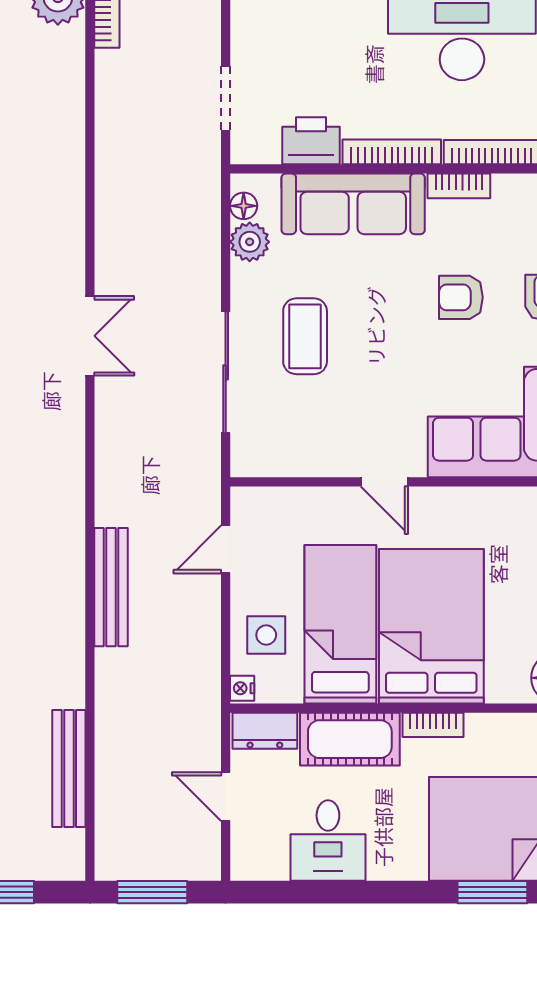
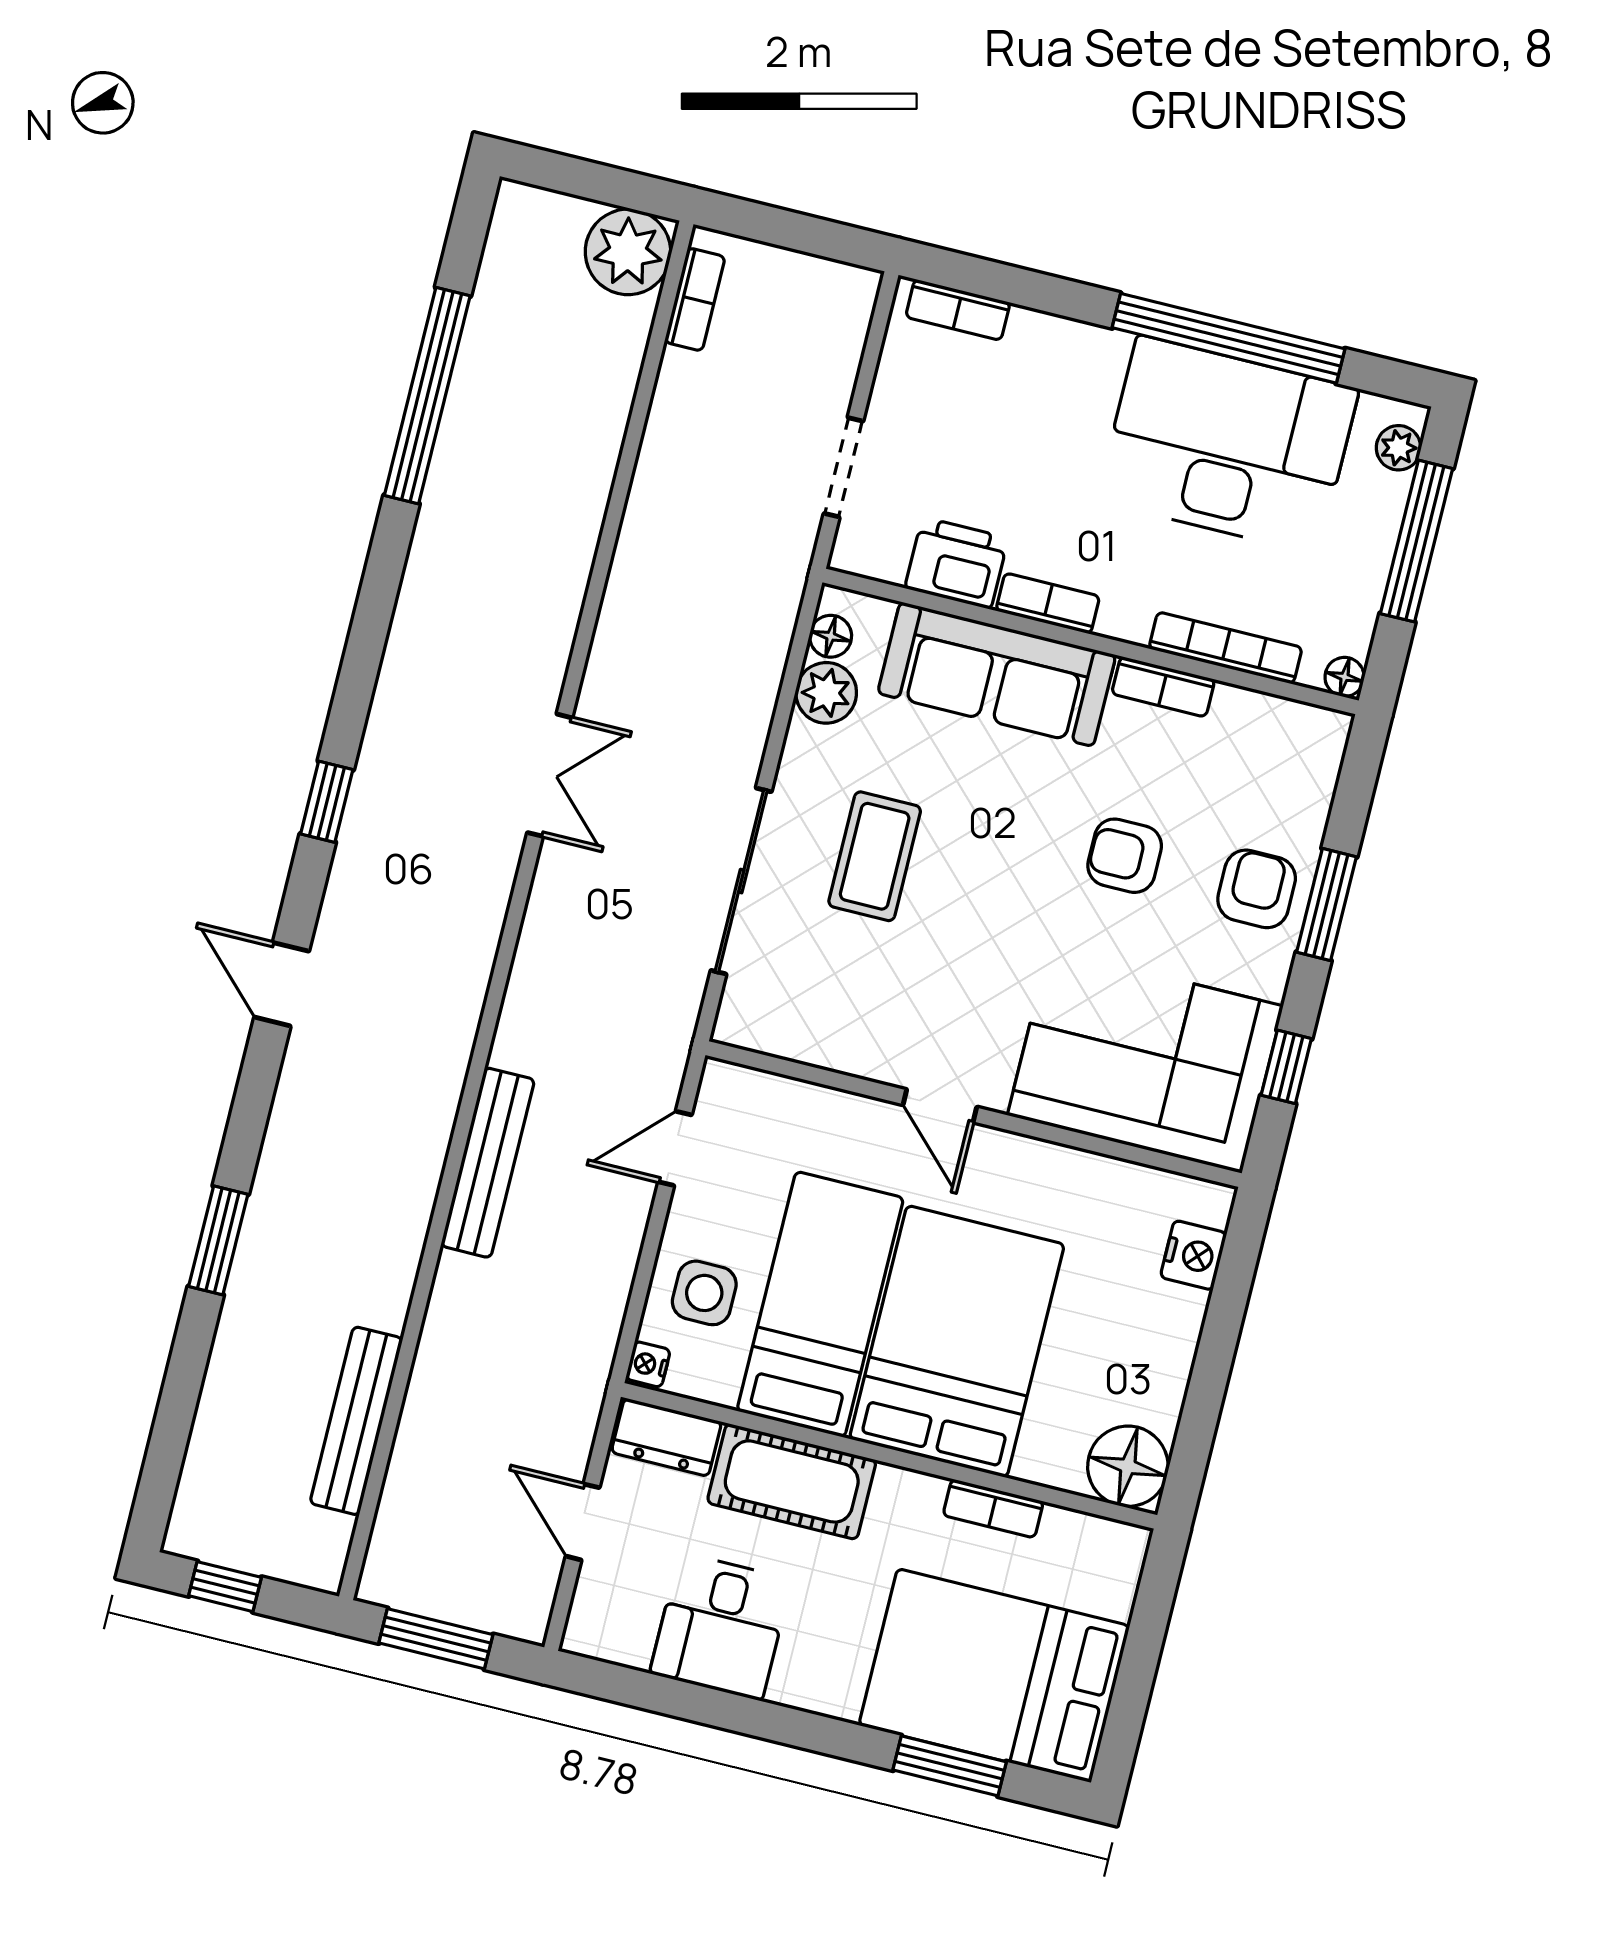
bookcase: (392, 152) -> (1048, 603), width x0.64
bookcase: (433, 725) -> (993, 1508), moved

